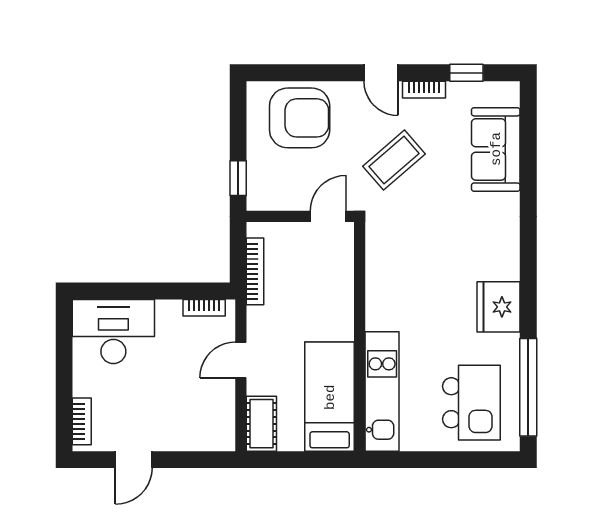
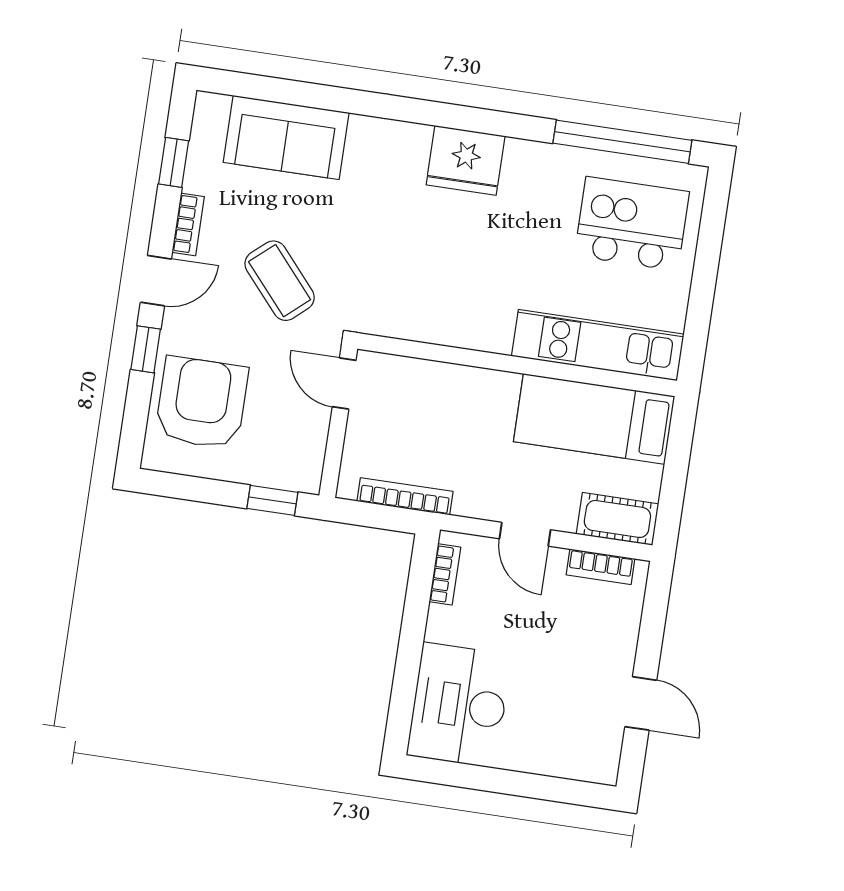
window: (331, 73) -> (146, 349), added
fridge: (499, 307) -> (466, 160), moved
bookcase: (82, 421) -> (600, 567), moved, turned 180

